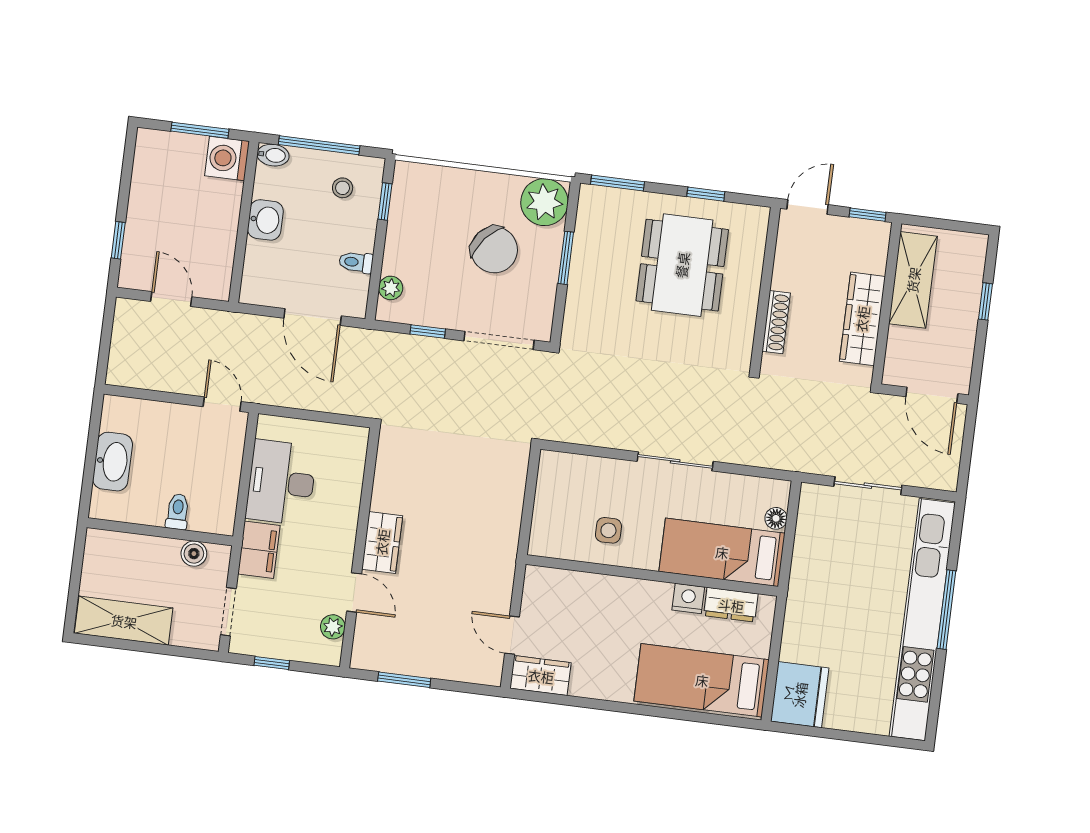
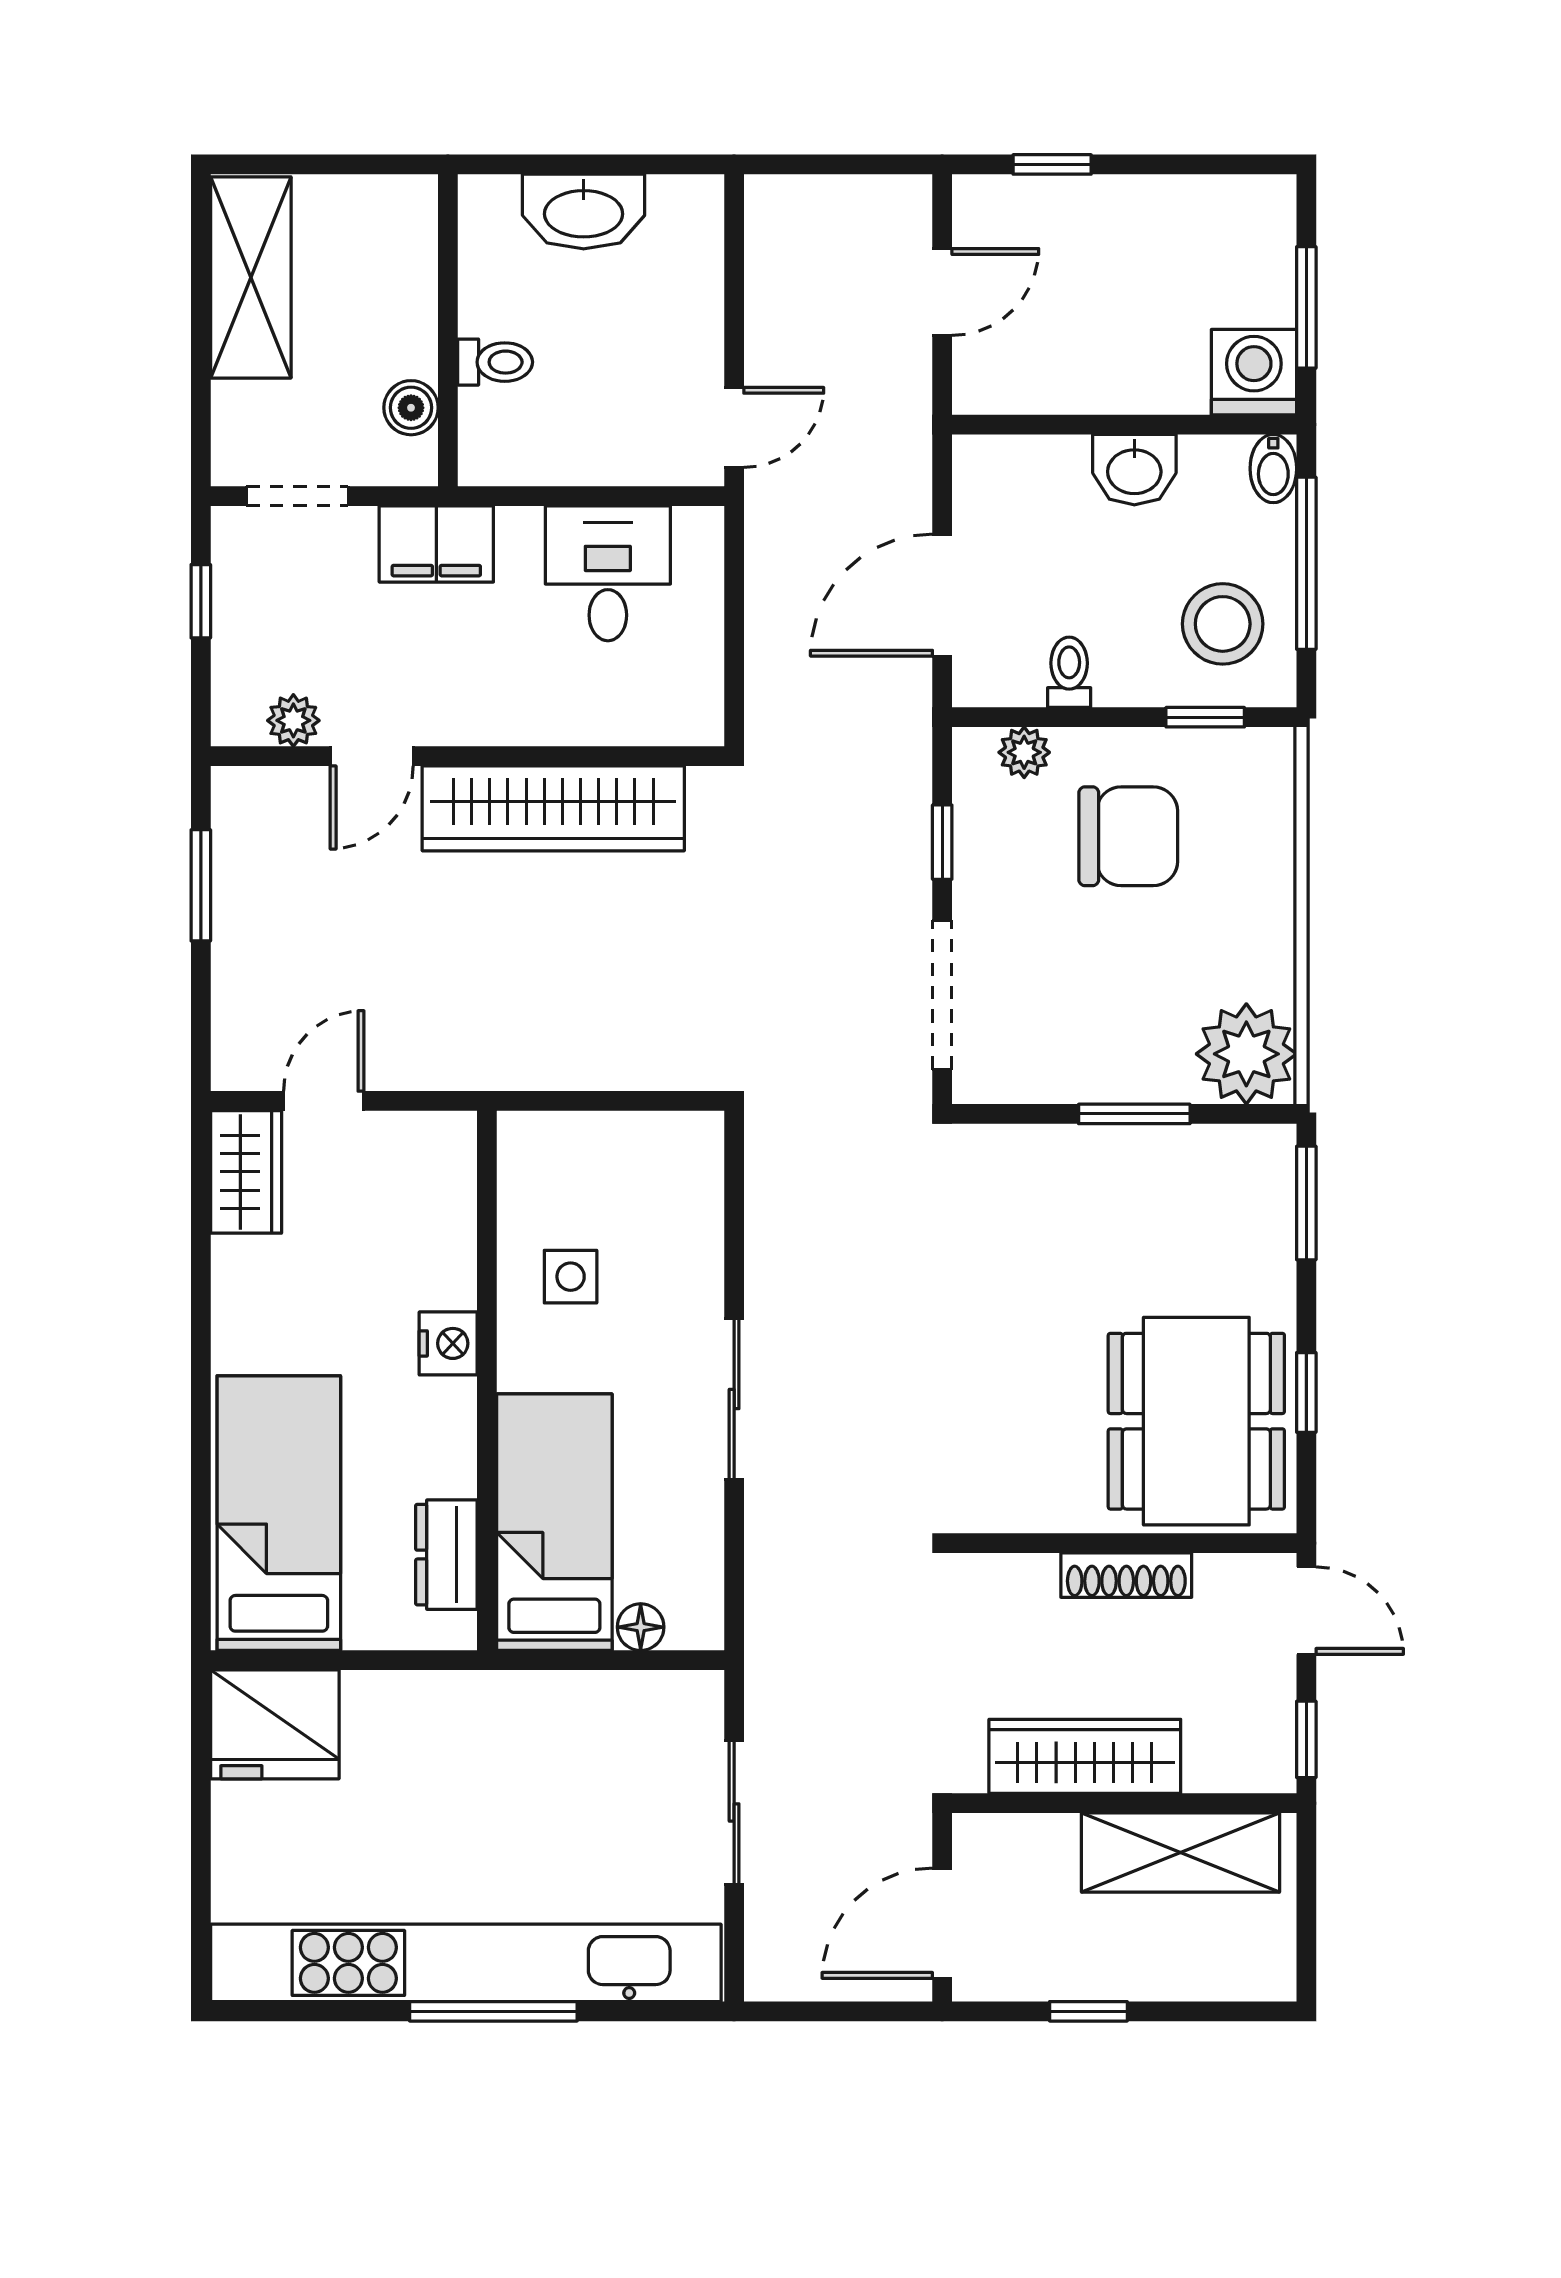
stool: (343, 188) -> (1223, 624), width x1.89, depth x1.89
chair: (494, 250) -> (1128, 836), moved, turned -130
dining table: (682, 265) -> (1196, 1421), moved, turned 90
window: (985, 301) -> (1088, 2011), moved
shoe rack: (776, 322) -> (1126, 1575), moved
desk: (281, 482) -> (608, 573), width x0.73
wardrobe: (382, 542) -> (553, 808), width x2.10, depth x1.17
nightstand: (688, 598) -> (448, 1343), moved

